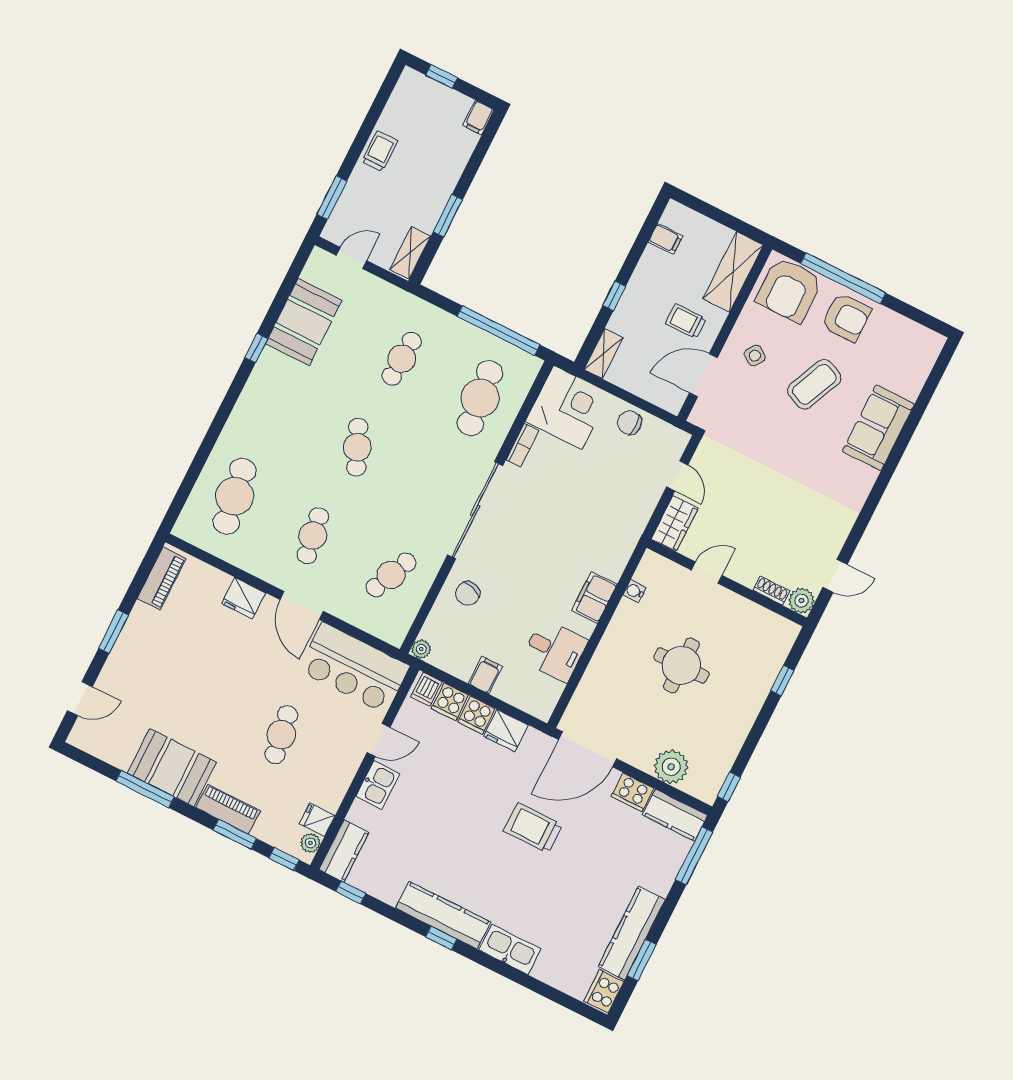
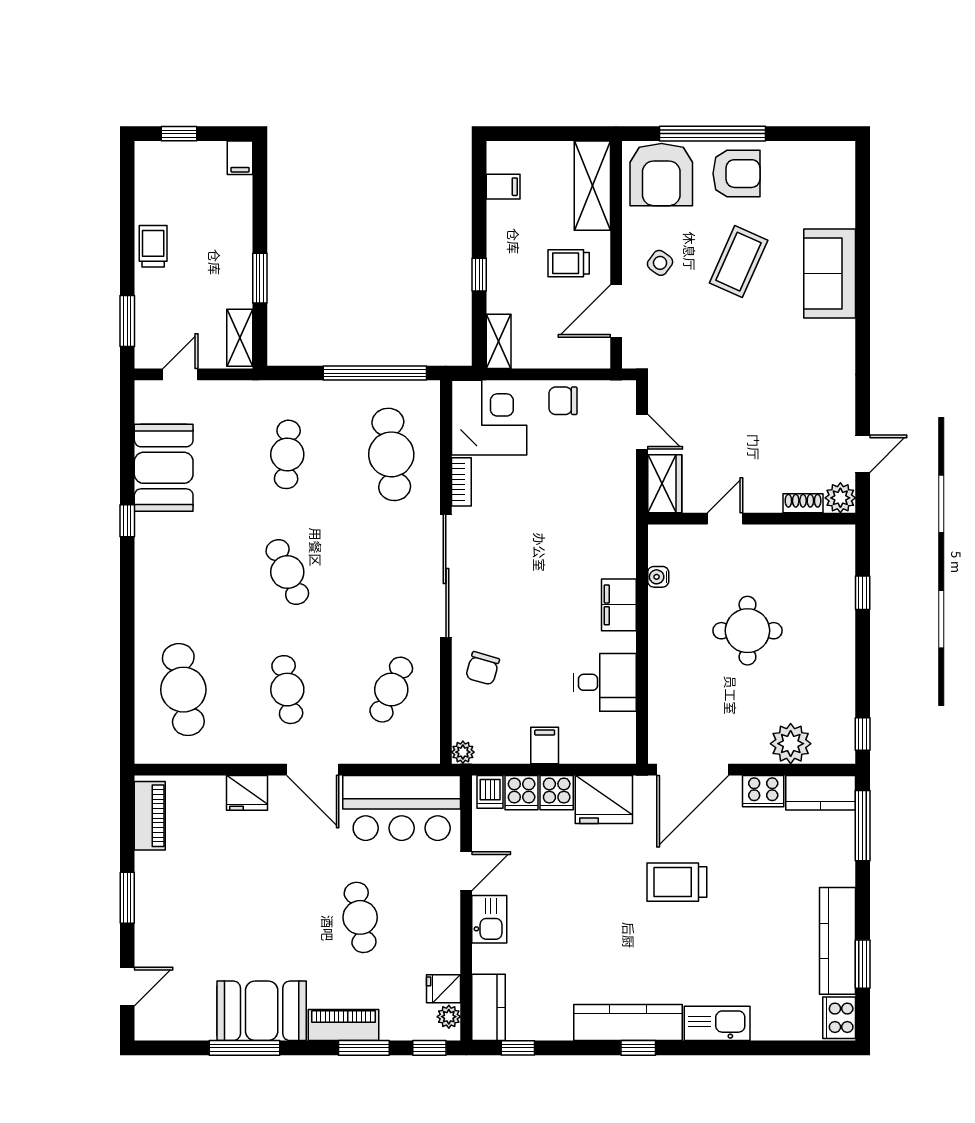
fridge: (506, 731) -> (604, 799), width x1.36, depth x1.34

